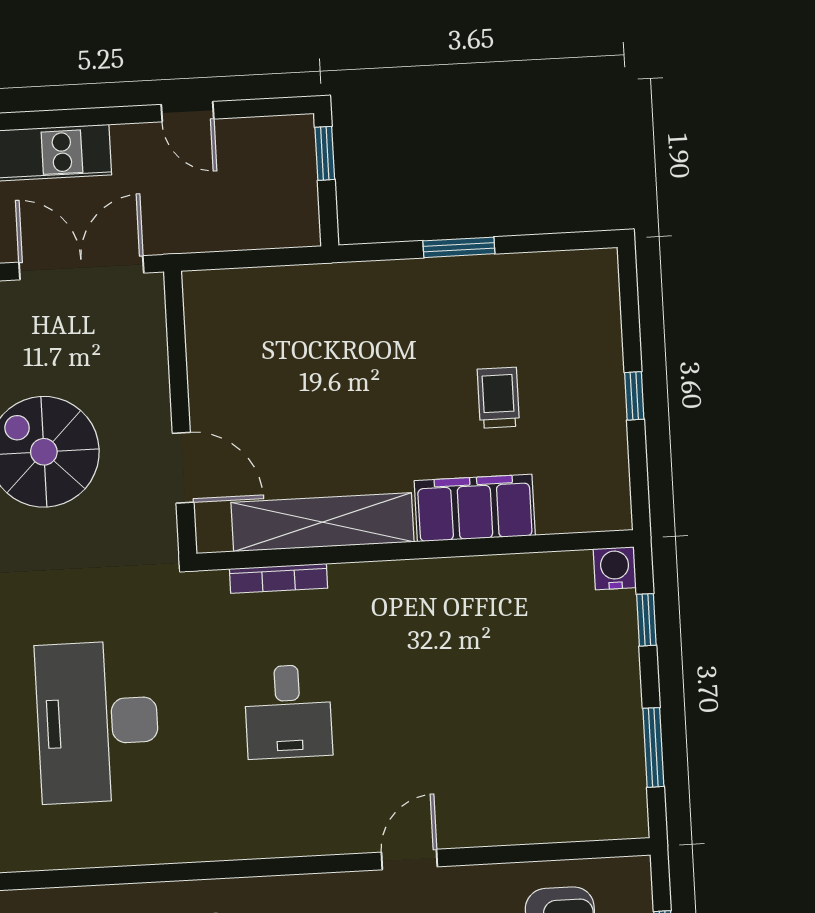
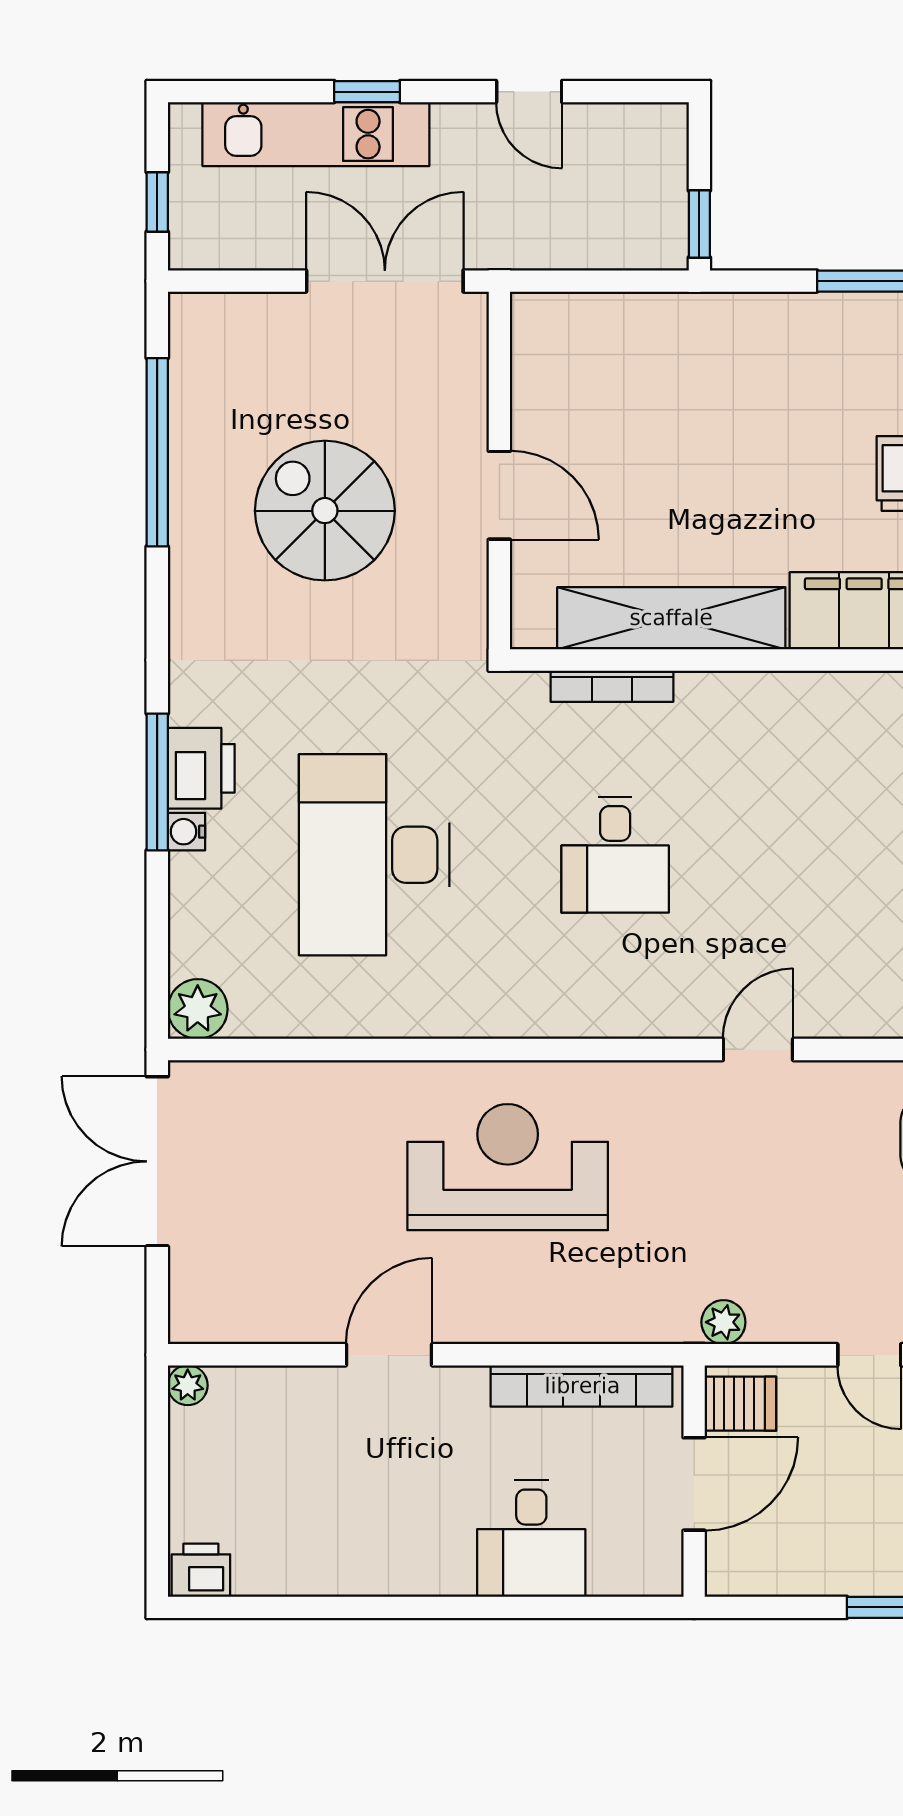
window: (59, 119) -> (367, 92), added
window: (325, 153) -> (699, 224), moved
door: (183, 468) -> (499, 495), moved

